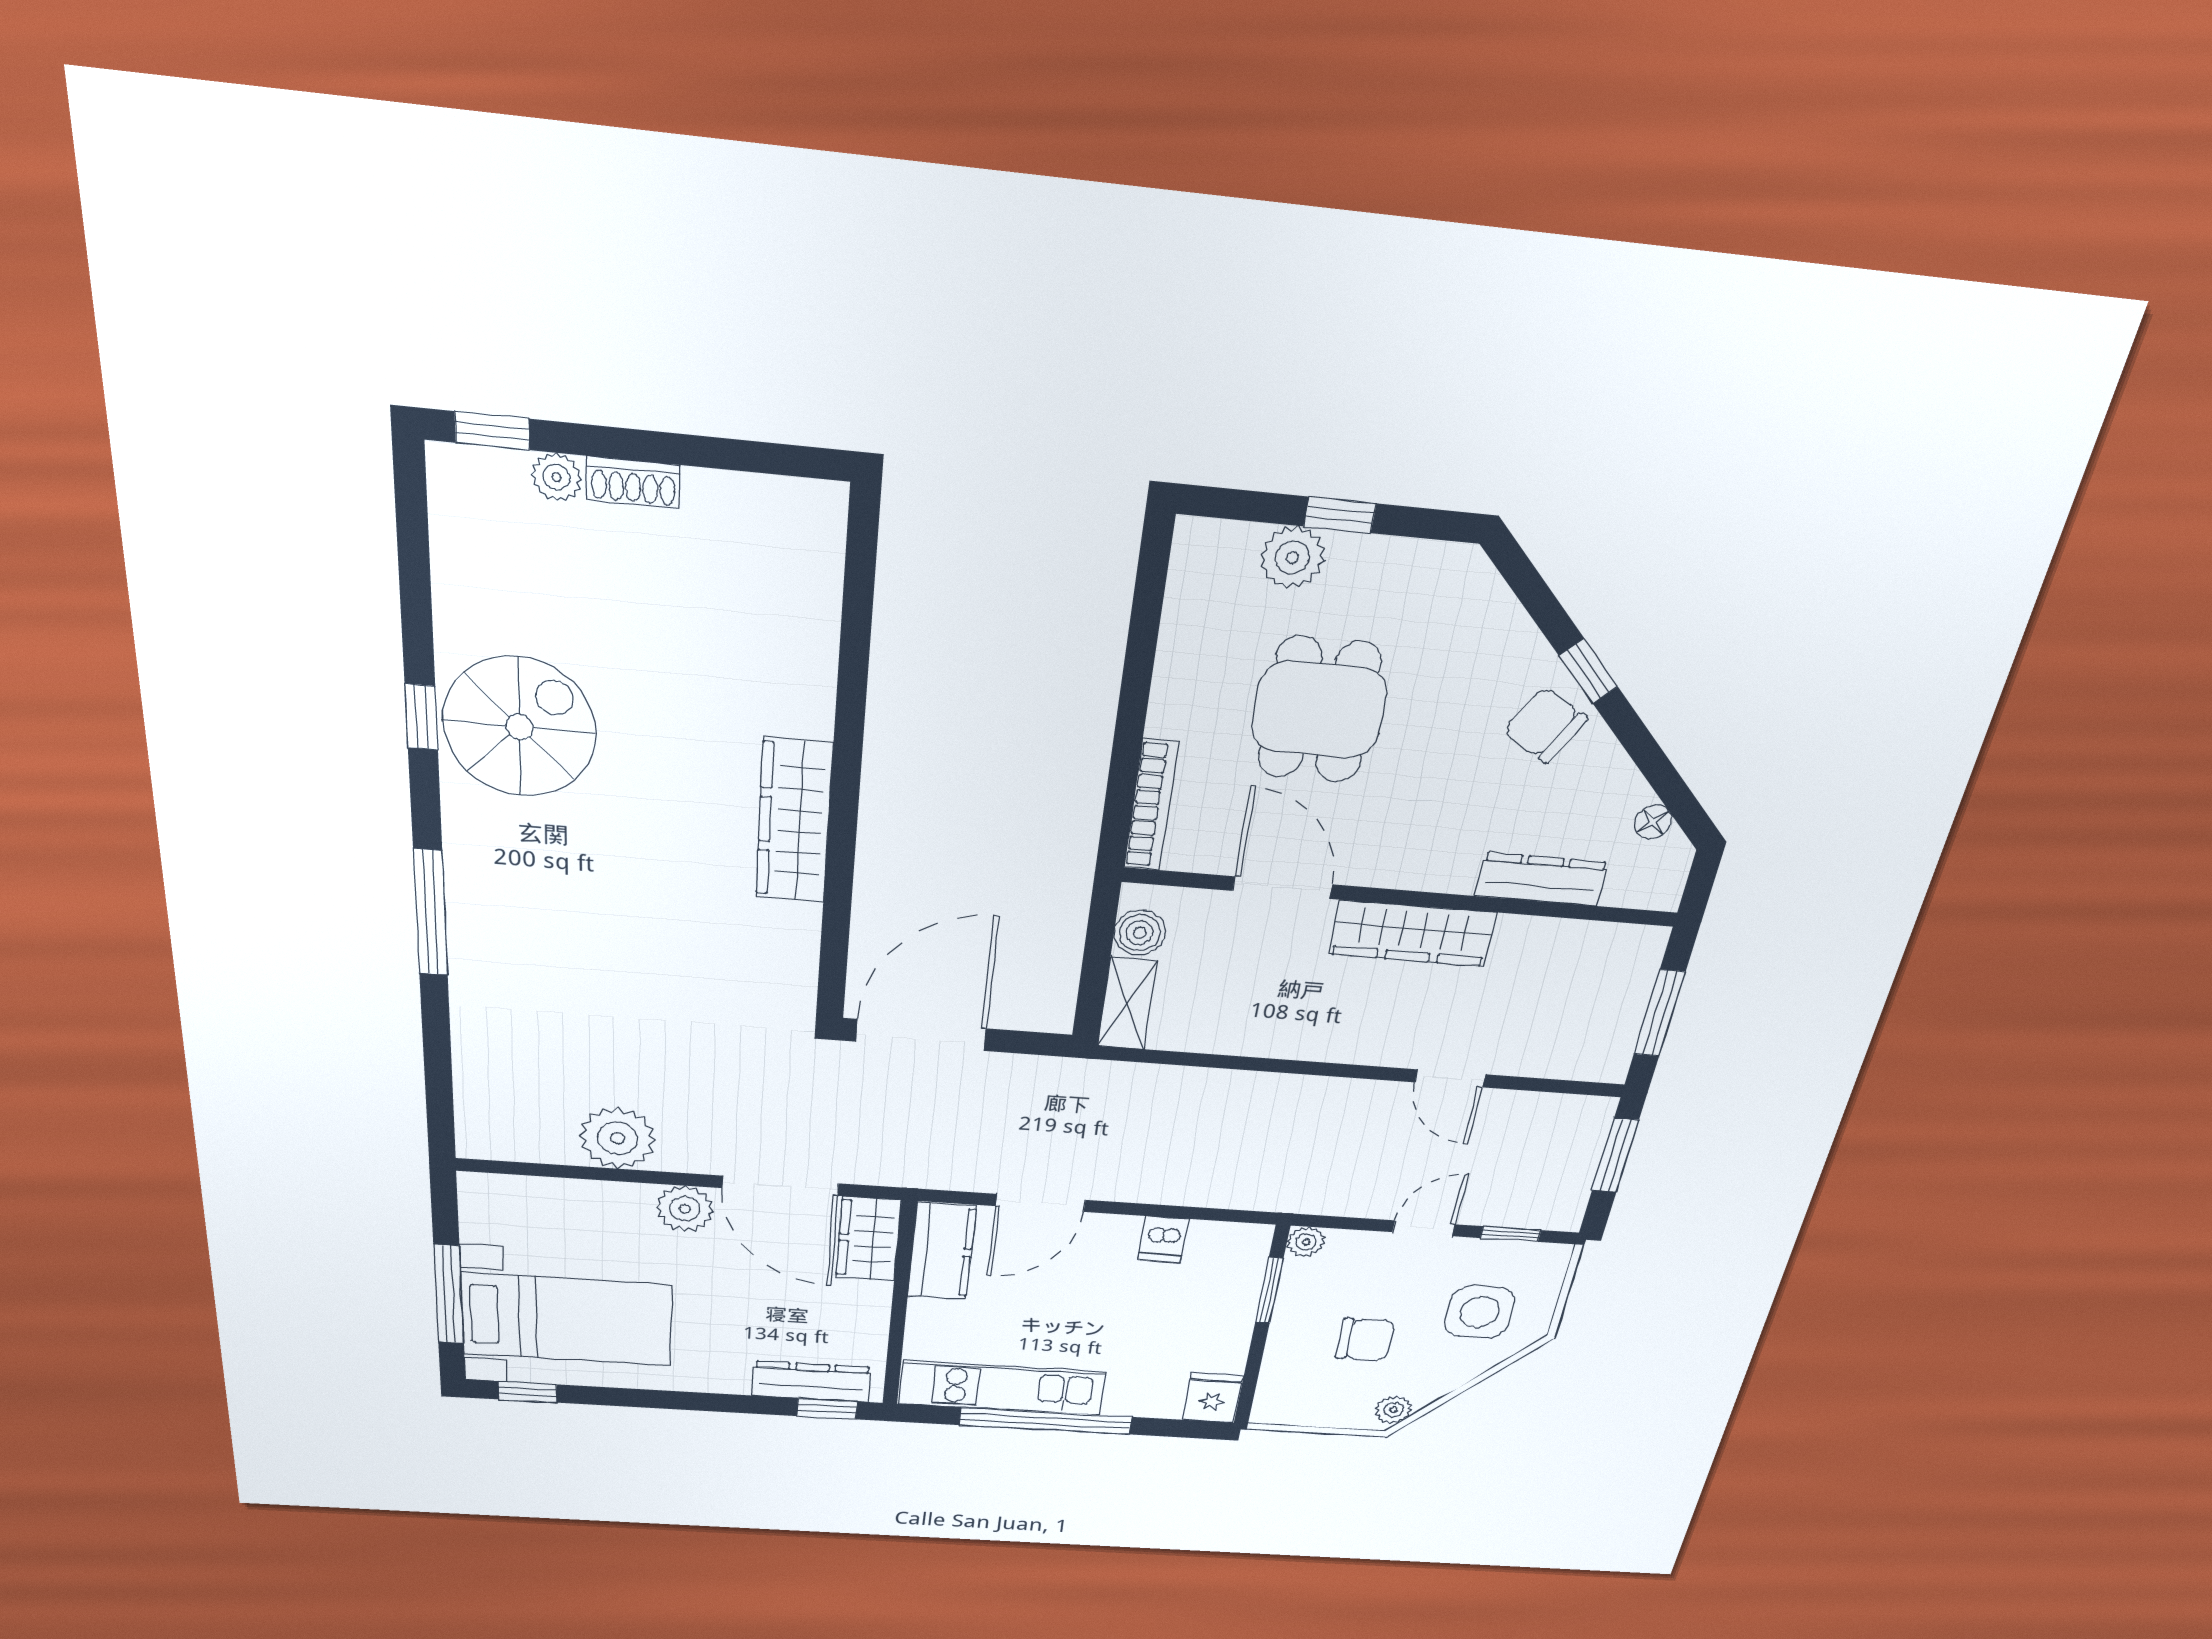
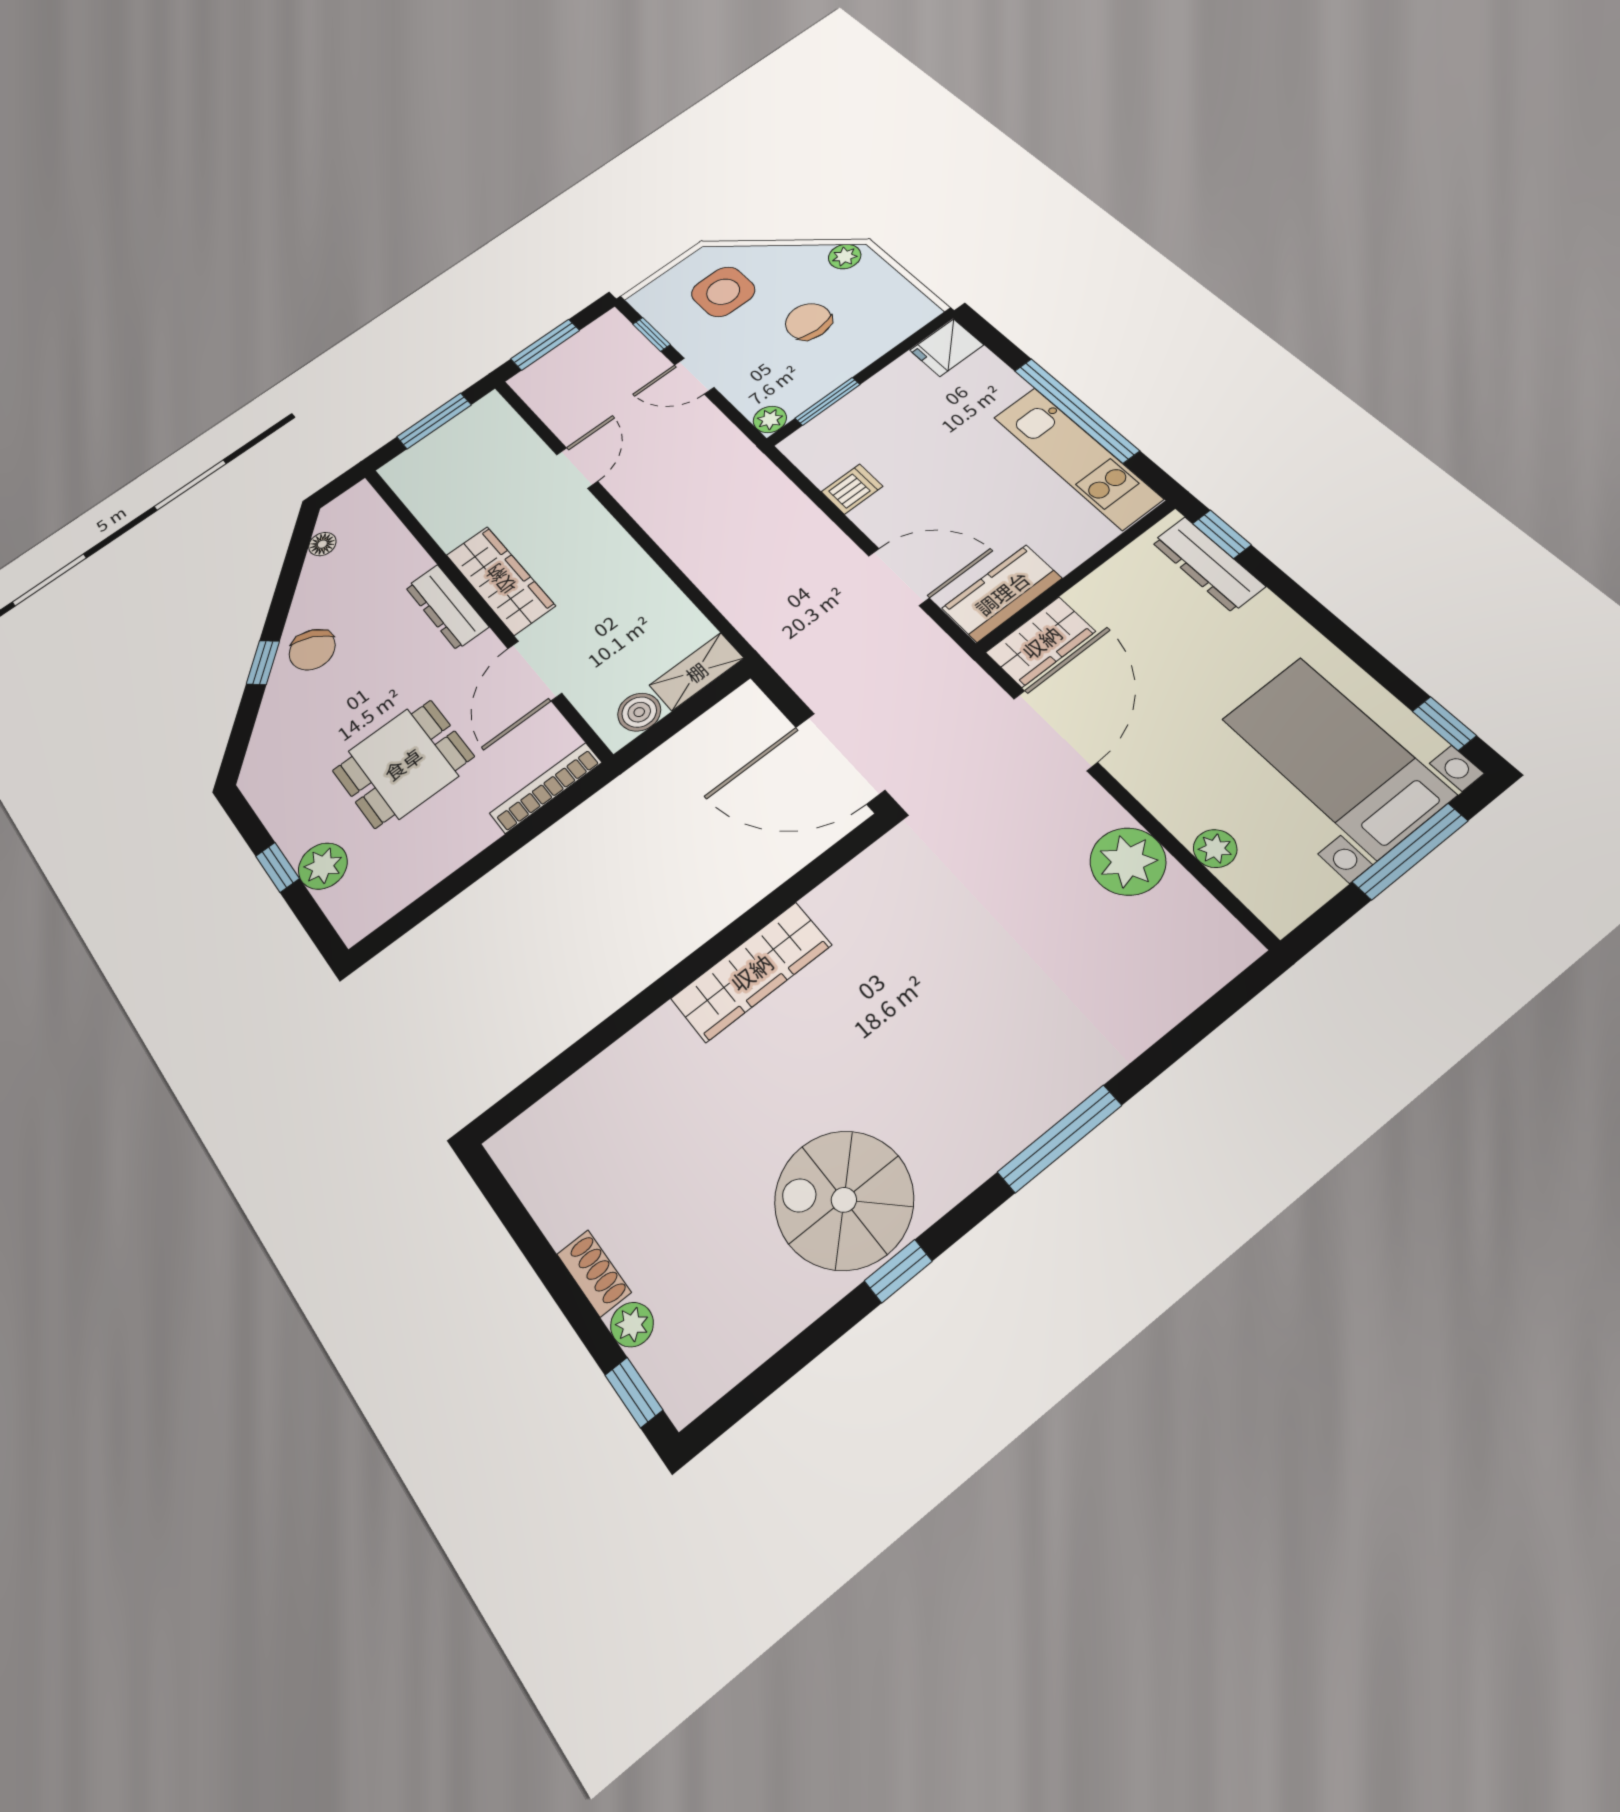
dresser: (1541, 879) -> (447, 607), moved
plant: (685, 1209) -> (1215, 849), moved, width x0.73, depth x0.73

